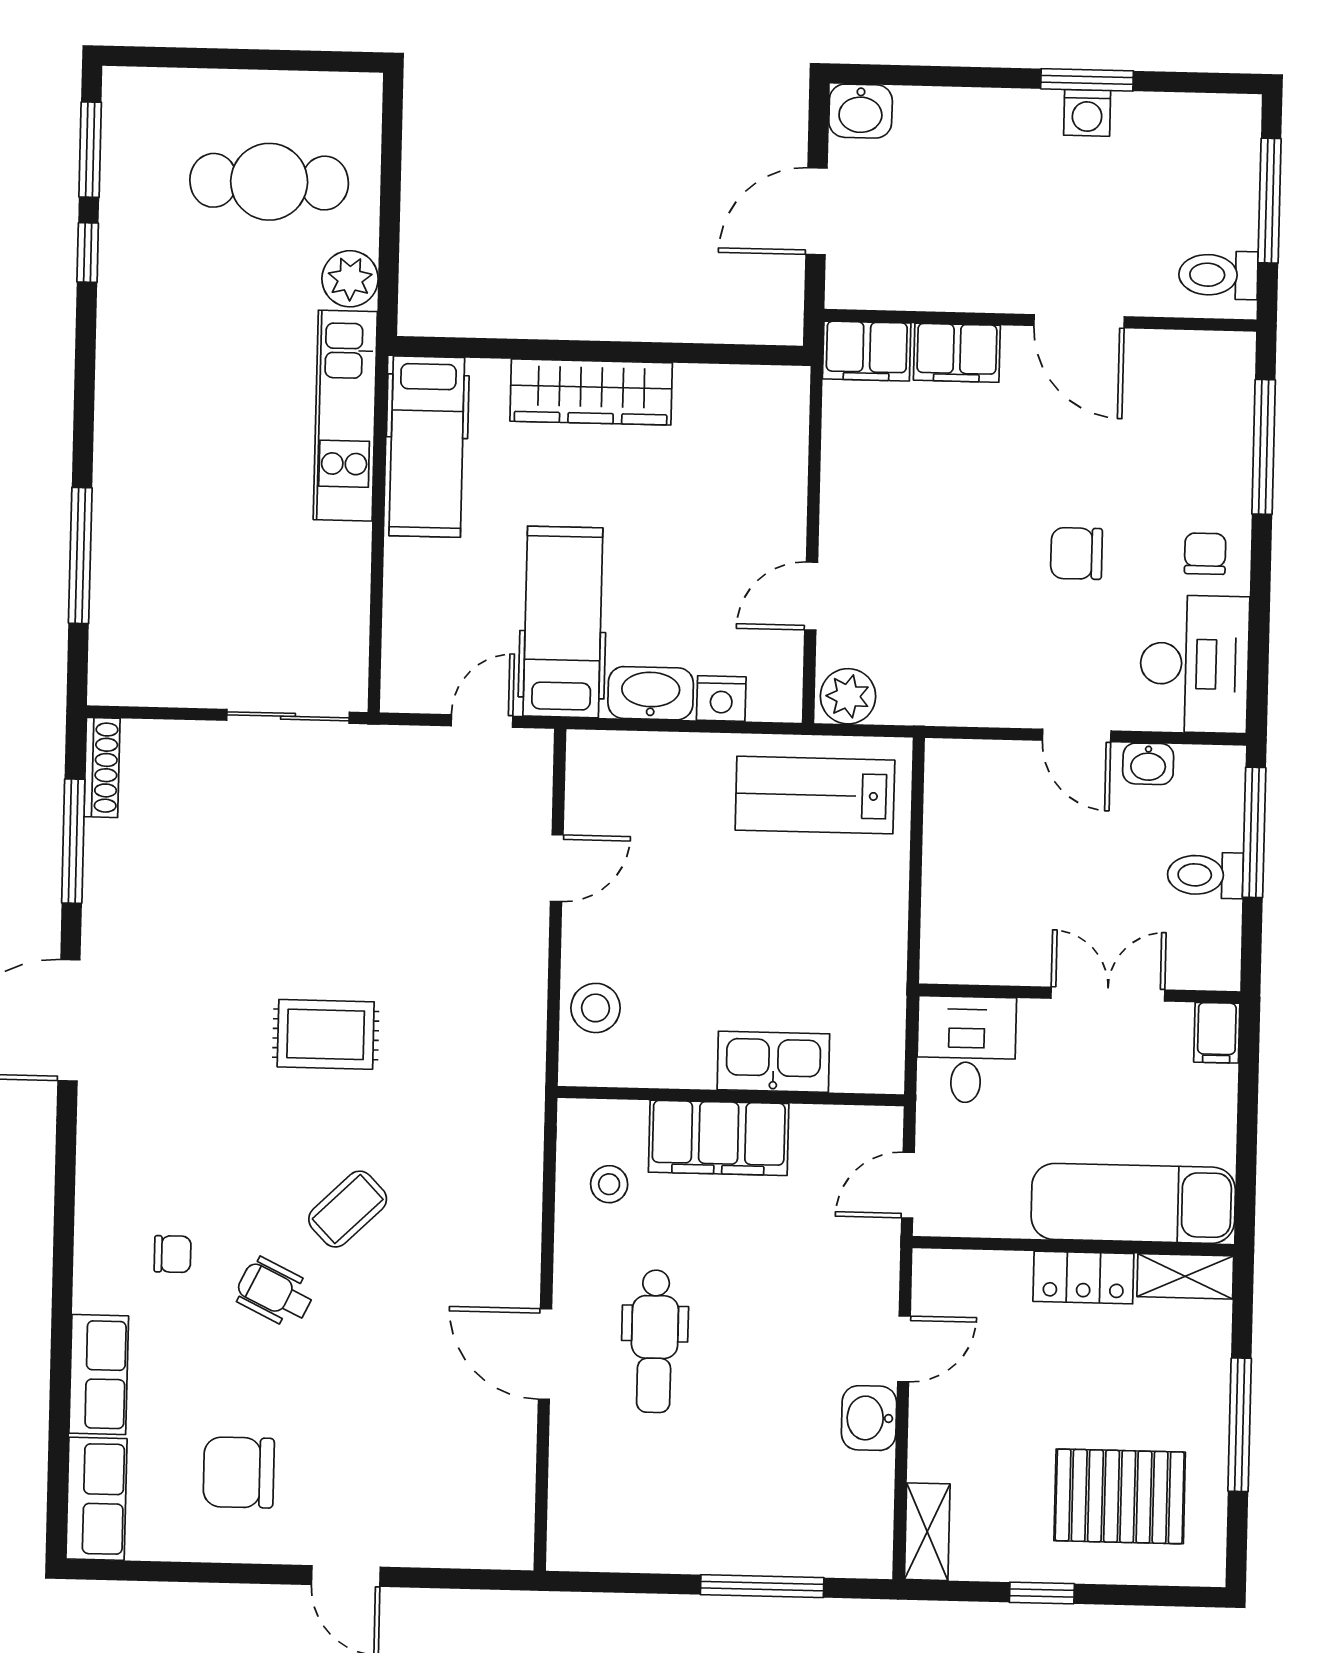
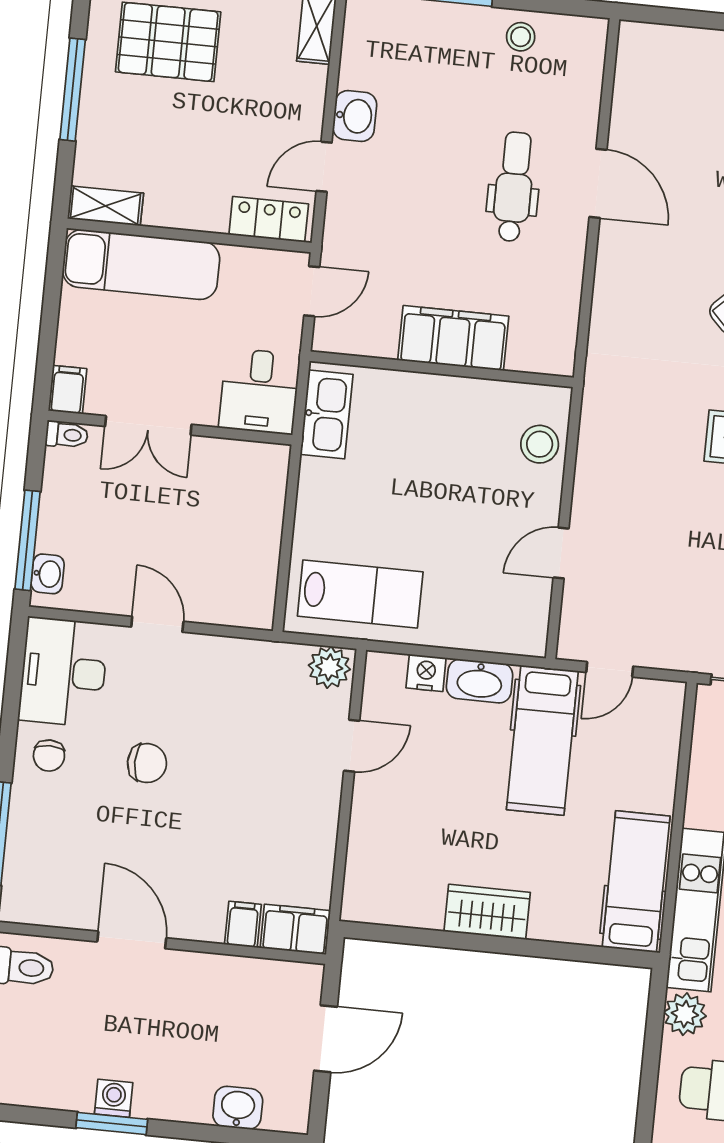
washbasin: (861, 111) -> (238, 1108), moved
filing cabinet: (957, 353) -> (243, 924), width x0.50
wardrobe: (591, 392) -> (487, 912), width x0.67
washbasin: (1148, 764) -> (48, 574), moved, turned 90
toilet: (1205, 875) -> (67, 435), moved, width x0.73, depth x0.72
kitchen sink: (773, 1062) -> (327, 414), moved, turned -90
stool: (609, 1184) -> (521, 37), moved
locker: (1083, 1278) -> (269, 219), moved

